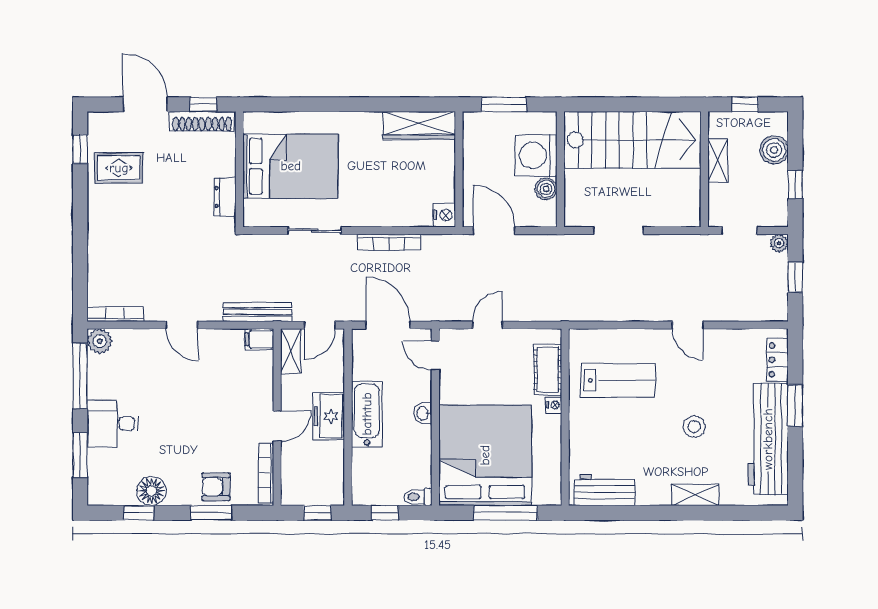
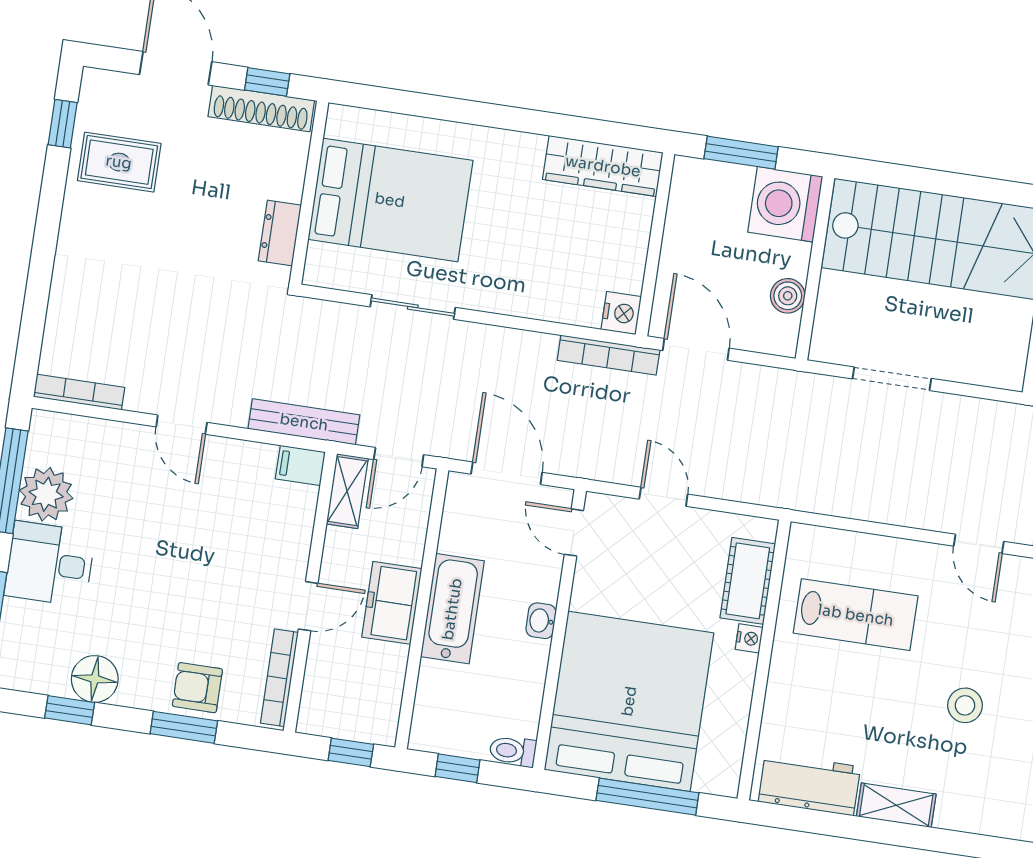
washing machine: (536, 155) -> (785, 204), moved
bookcase: (389, 242) -> (609, 355), moved
door: (488, 325) -> (663, 497), hinge flipped
plant: (100, 341) -> (46, 494), moved, width x1.36, depth x1.36
shelving: (695, 495) -> (896, 805), moved

